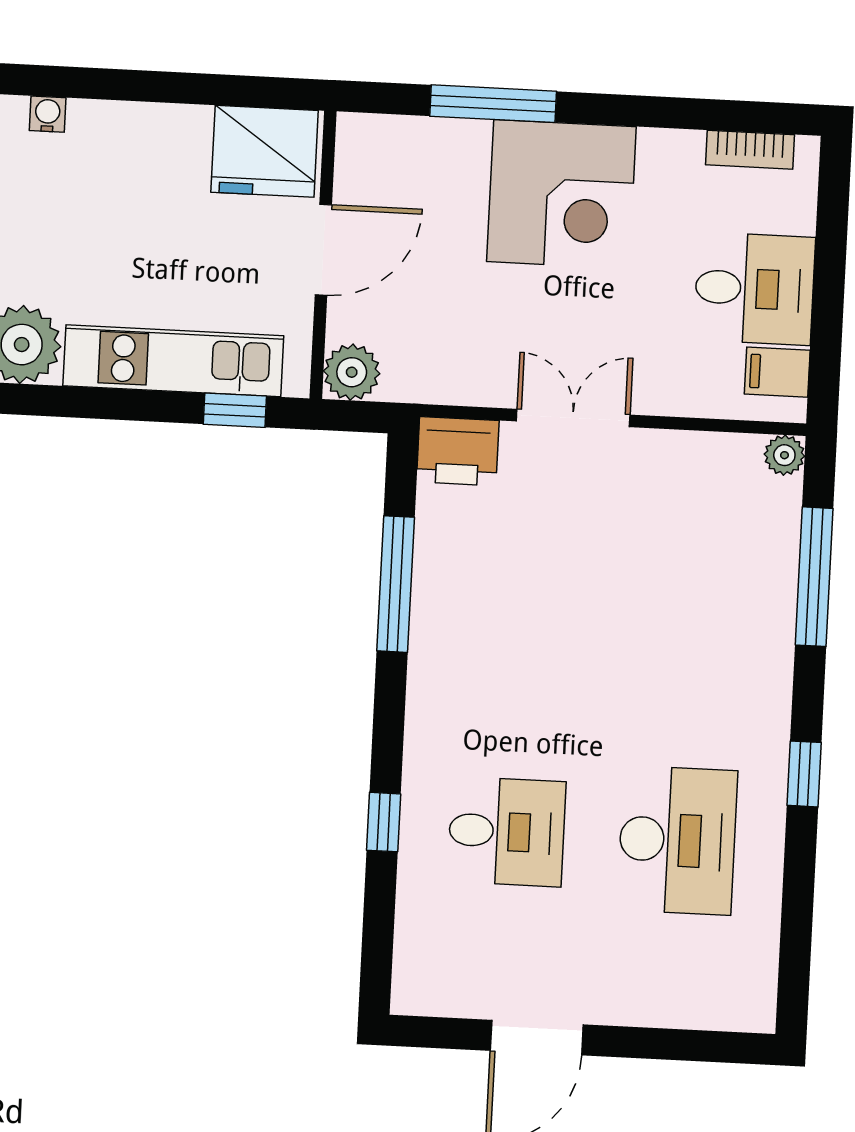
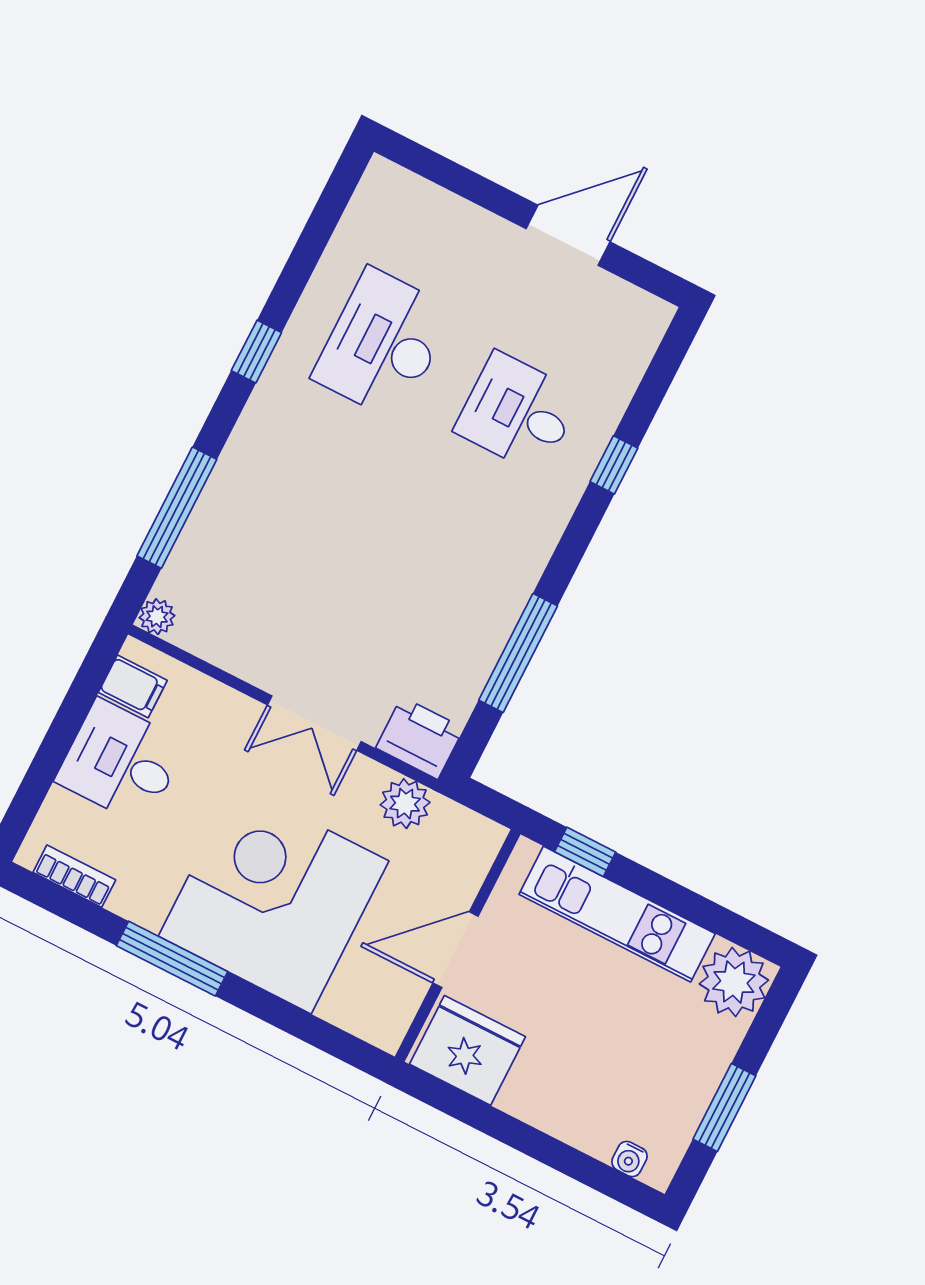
window: (493, 104) -> (172, 959), moved
corner desk: (561, 194) -> (274, 899), width x1.36, depth x1.36
plant: (352, 372) -> (405, 804), moved

